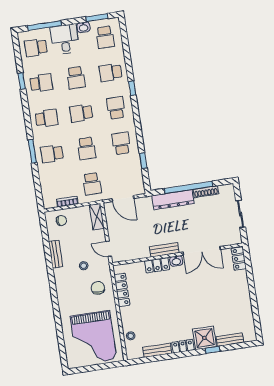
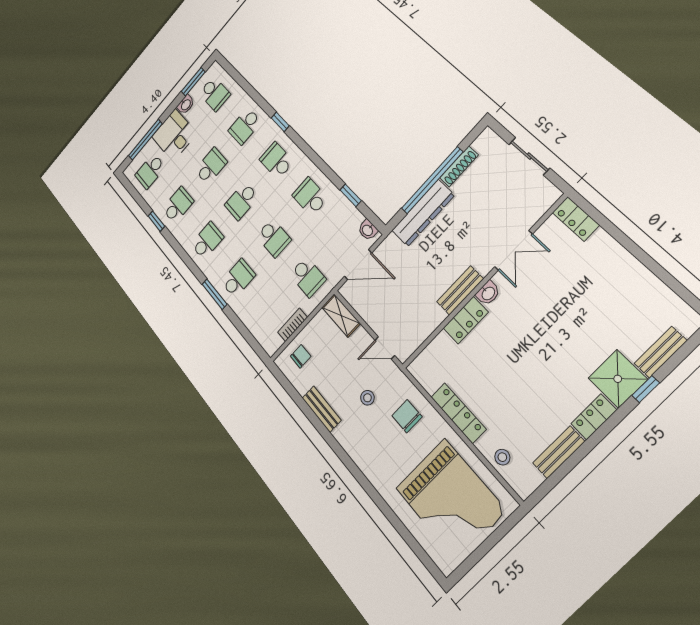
school desk: (76, 78) -> (211, 166), turned -90
school desk: (52, 154) -> (238, 278), turned 180
washbasin: (140, 185) -> (368, 230), added
double door: (202, 251) -> (513, 250), width x0.73
locker: (122, 290) -> (458, 413), moved

